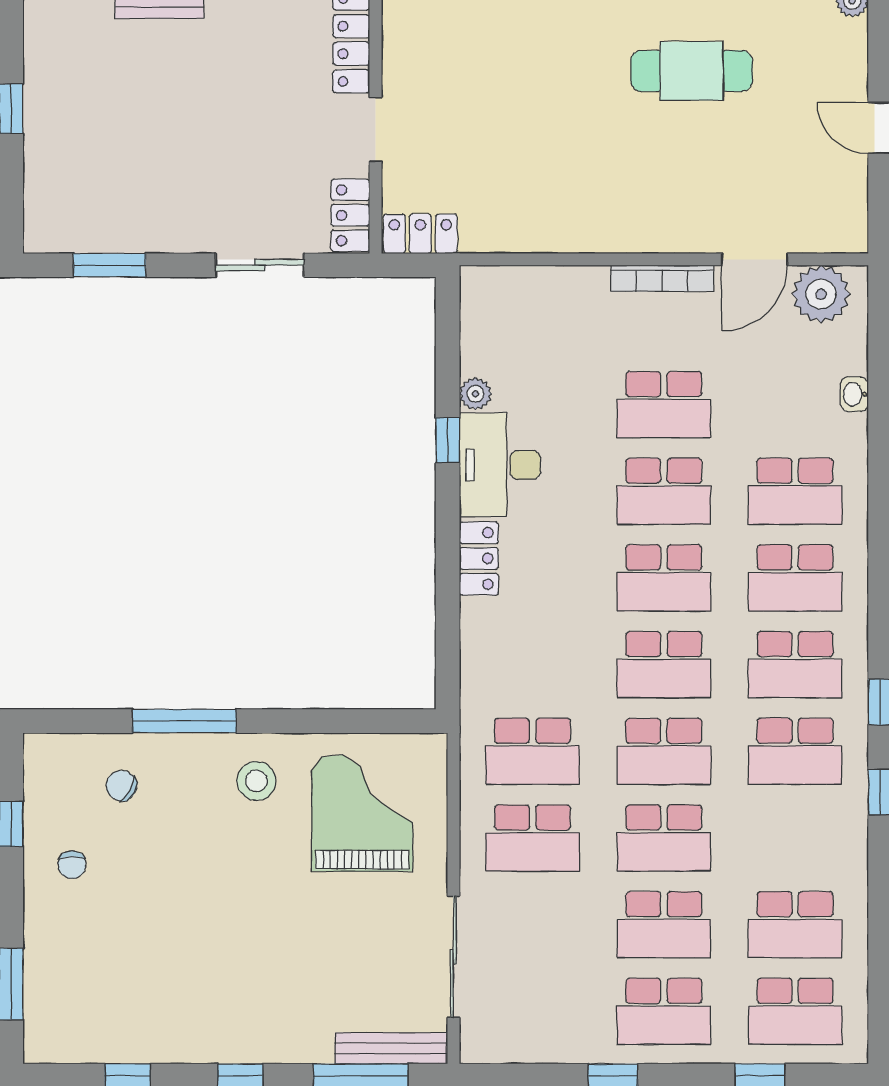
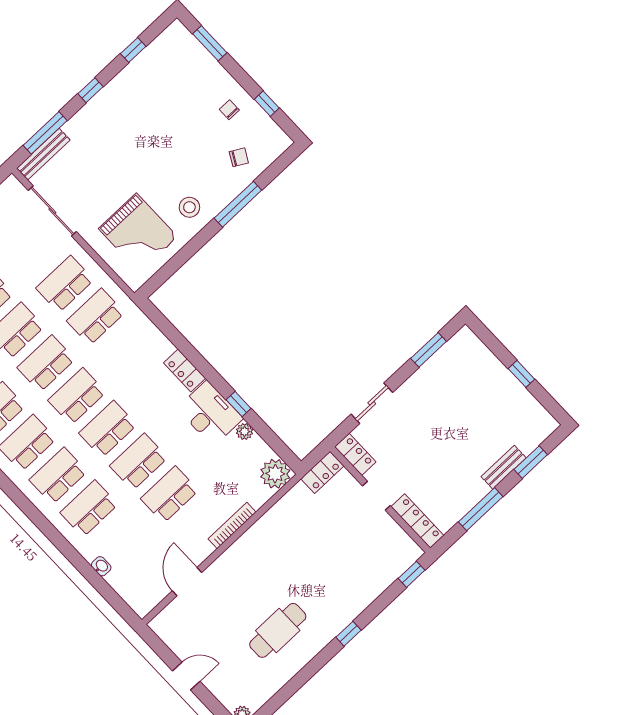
bookcase: (662, 278) -> (232, 526), moved
plant: (821, 294) -> (275, 474), moved

